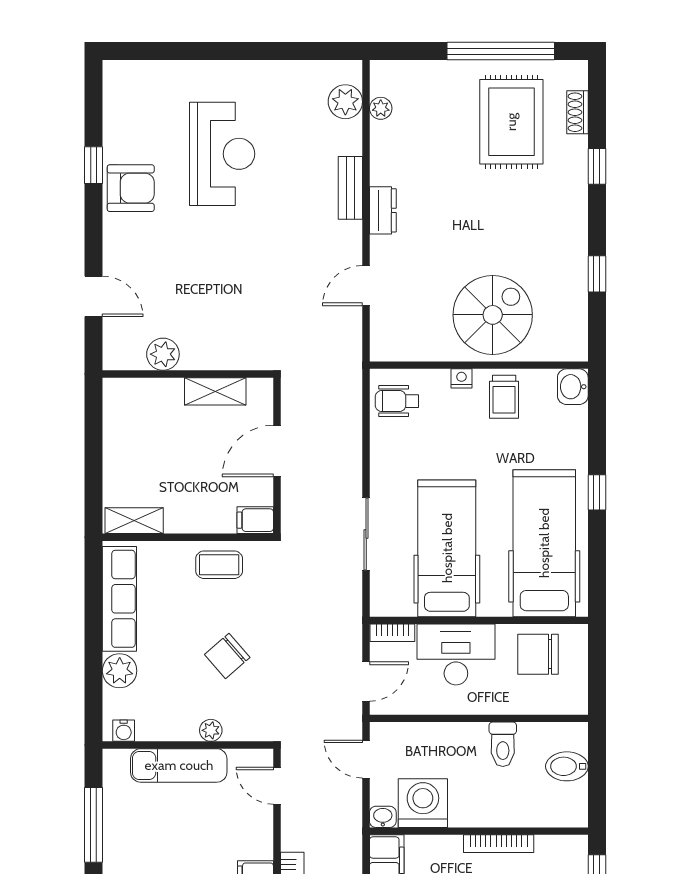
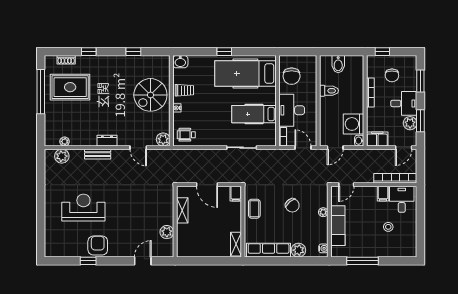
spiral stairs: (493, 315) -> (150, 95), turned -90
plant: (386, 345) -> (163, 139), added
wheelchair: (397, 401) -> (186, 135), turned 90
hospital bed: (447, 548) -> (254, 114), width x0.73, depth x0.78

